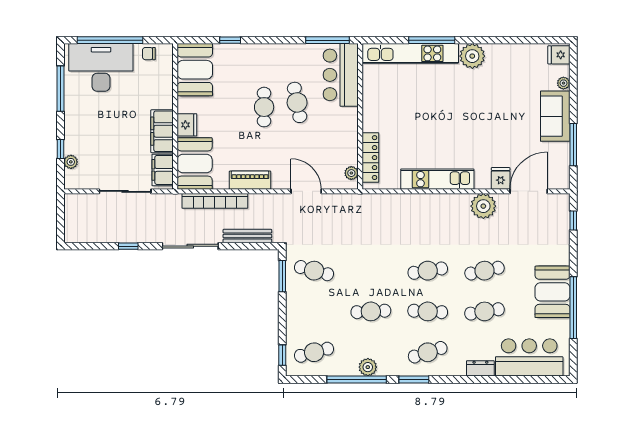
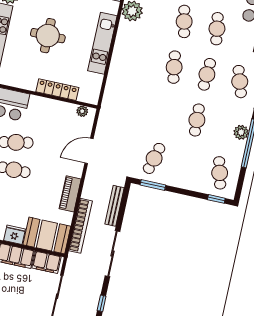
round table: (432, 112) -> (48, 36), added
locker: (370, 158) -> (57, 90), moved

